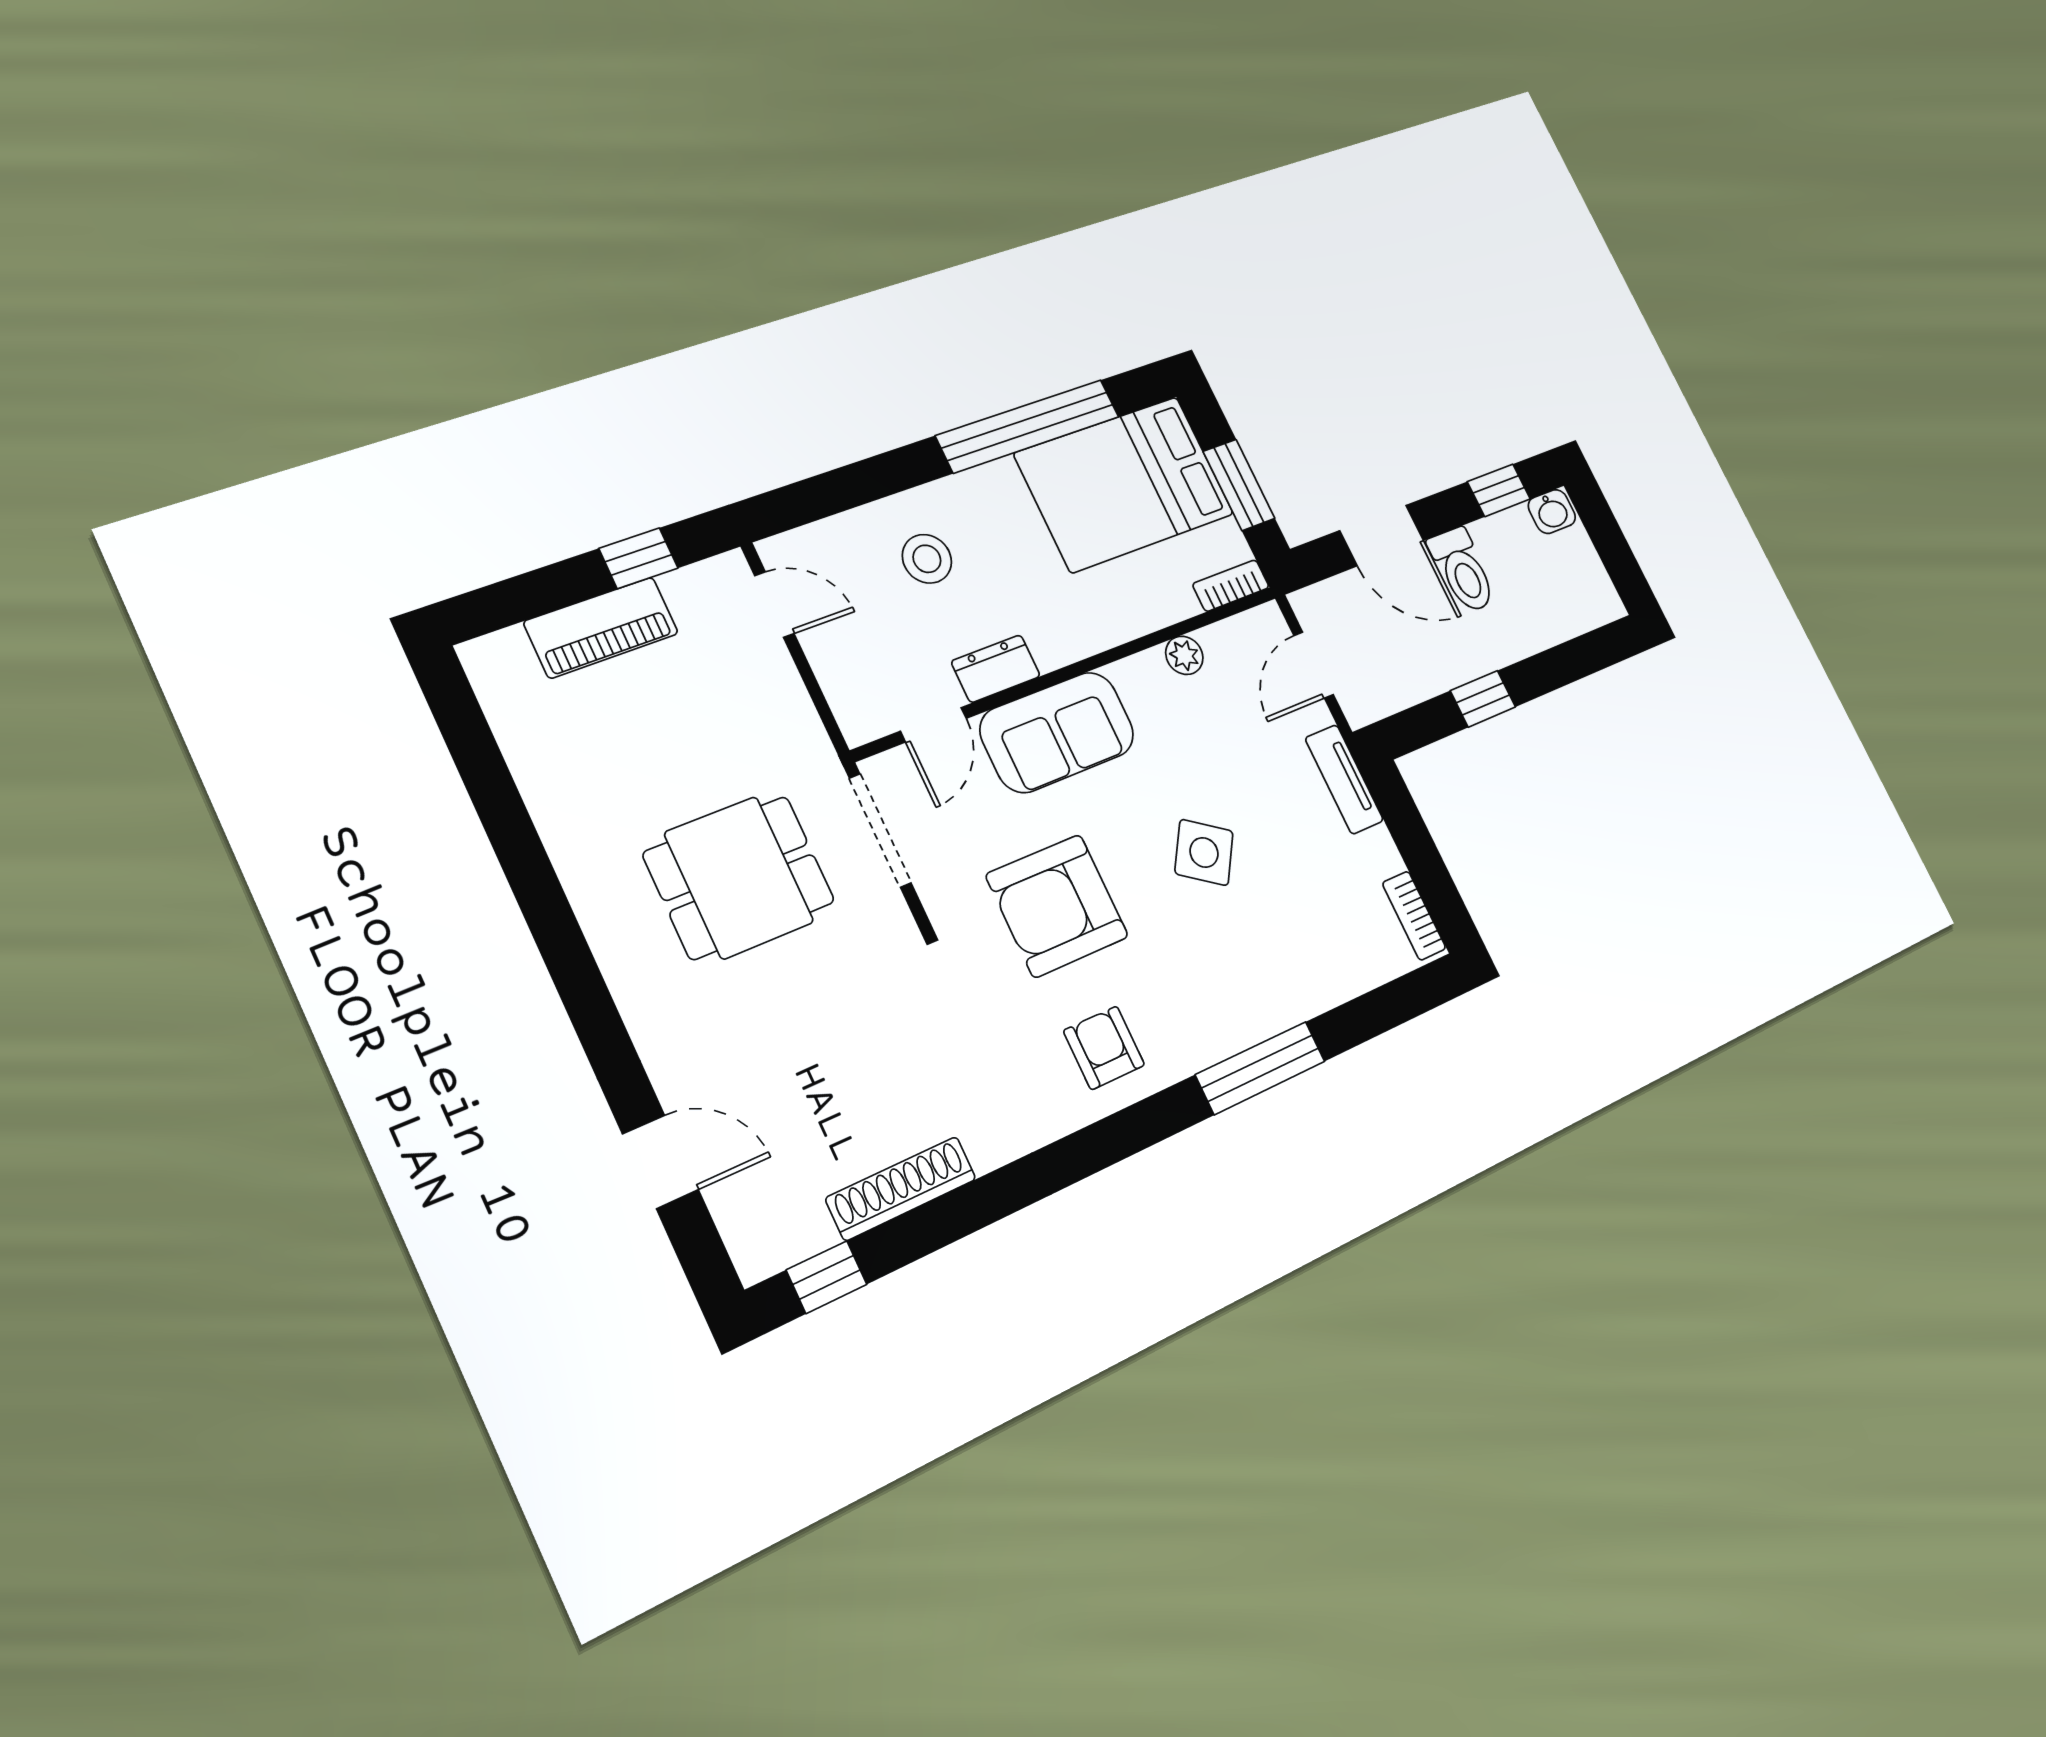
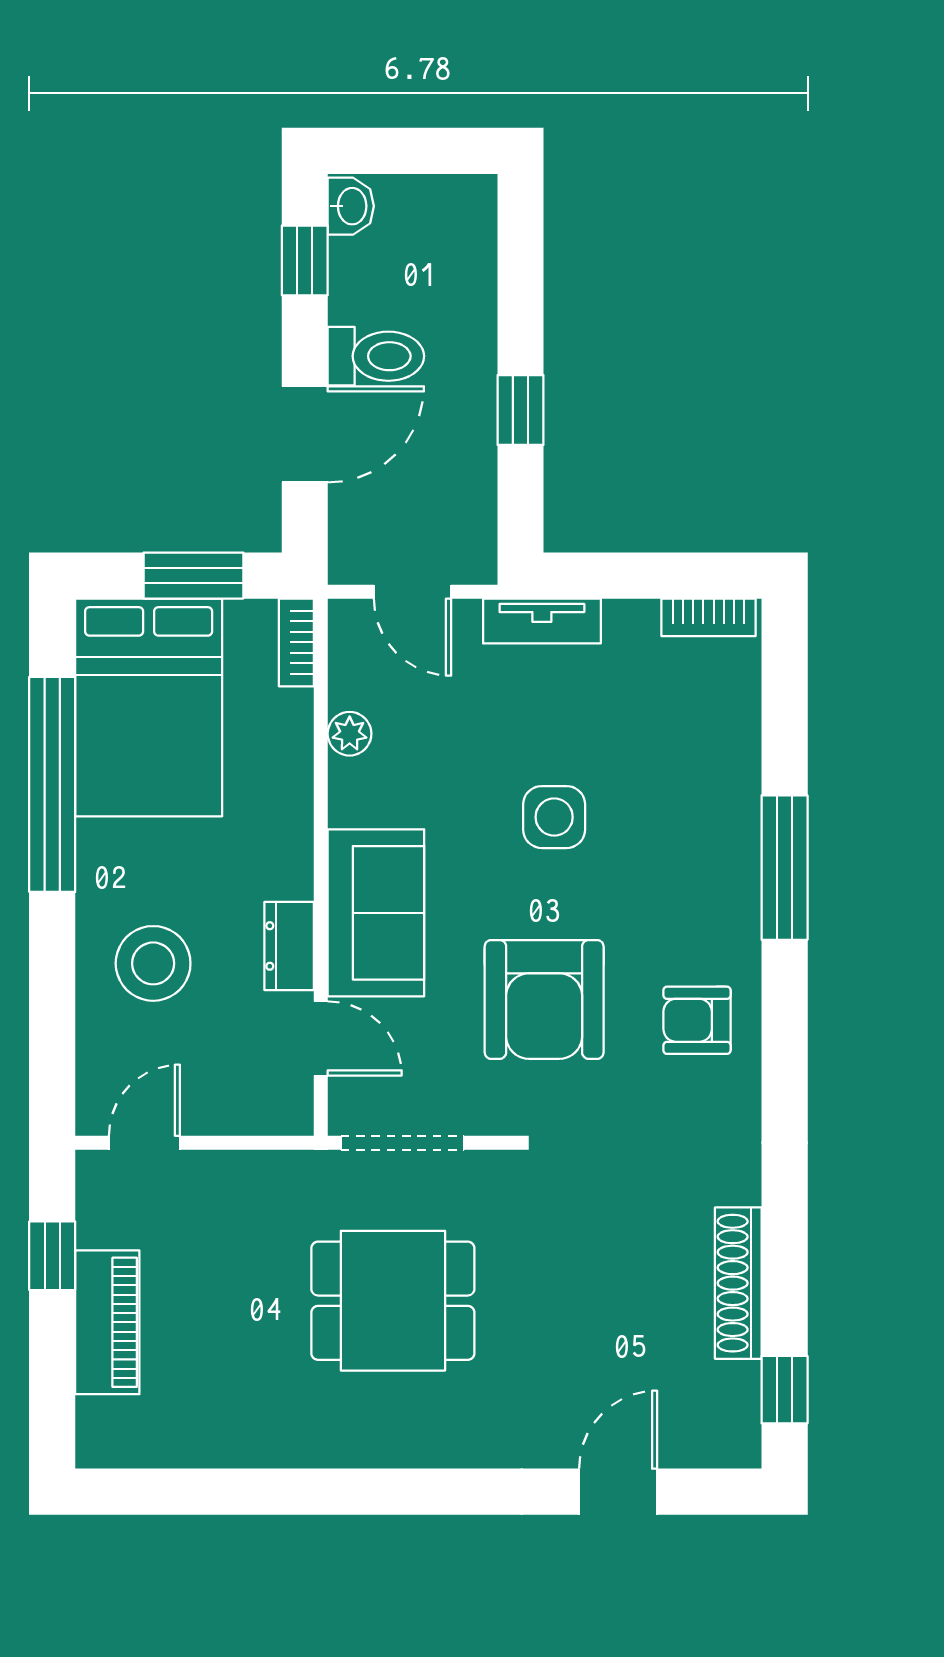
stool: (927, 559) -> (153, 963), width x1.38, depth x1.38
side table: (1204, 852) -> (554, 817), turned -34
dining table: (739, 877) -> (393, 1301), turned 90

